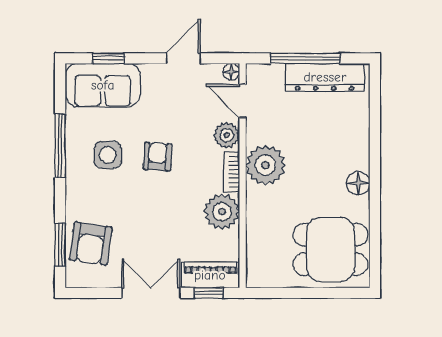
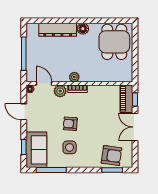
dresser: (325, 77) -> (58, 30), moved, turned 90
door: (243, 101) -> (44, 84), swing flipped
window: (60, 146) -> (51, 170), moved
plant: (265, 165) -> (74, 77), width x0.53, depth x0.53
plant: (222, 212) -> (96, 93), removed

